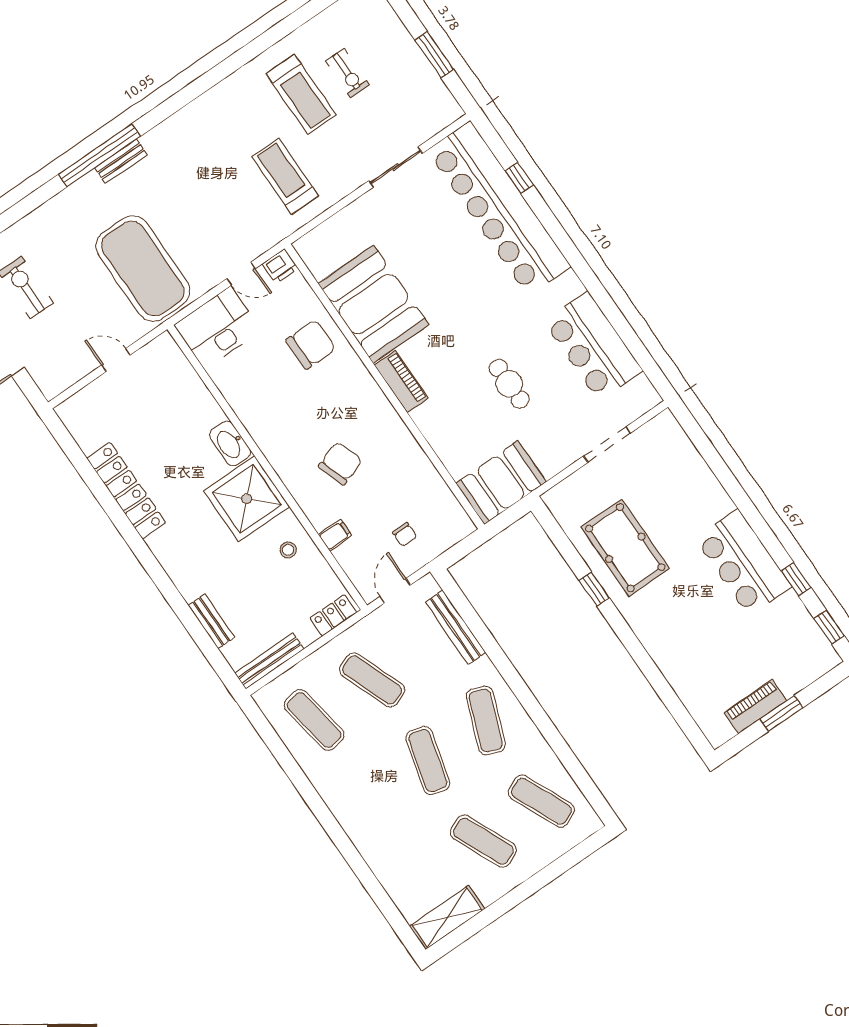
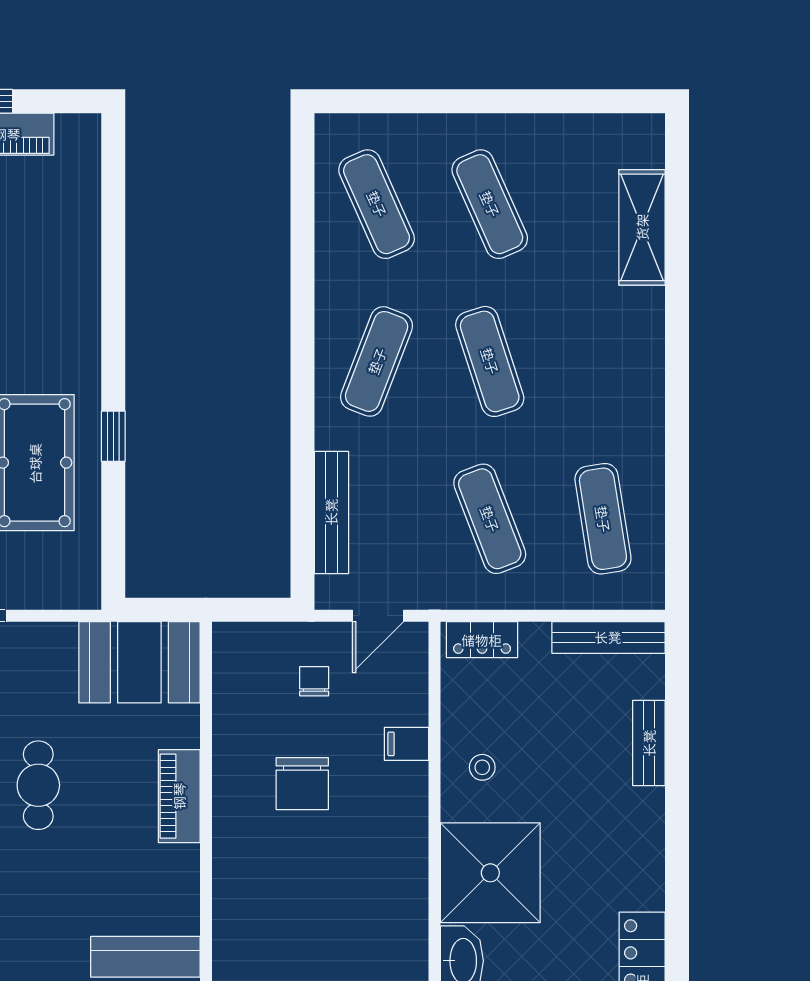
piano: (401, 382) -> (179, 796), moved
chair: (340, 463) -> (302, 784), moved, turned -71
exercise mat: (428, 761) -> (490, 361), turned -33
shelving: (447, 918) -> (642, 227), moved, turned 90

